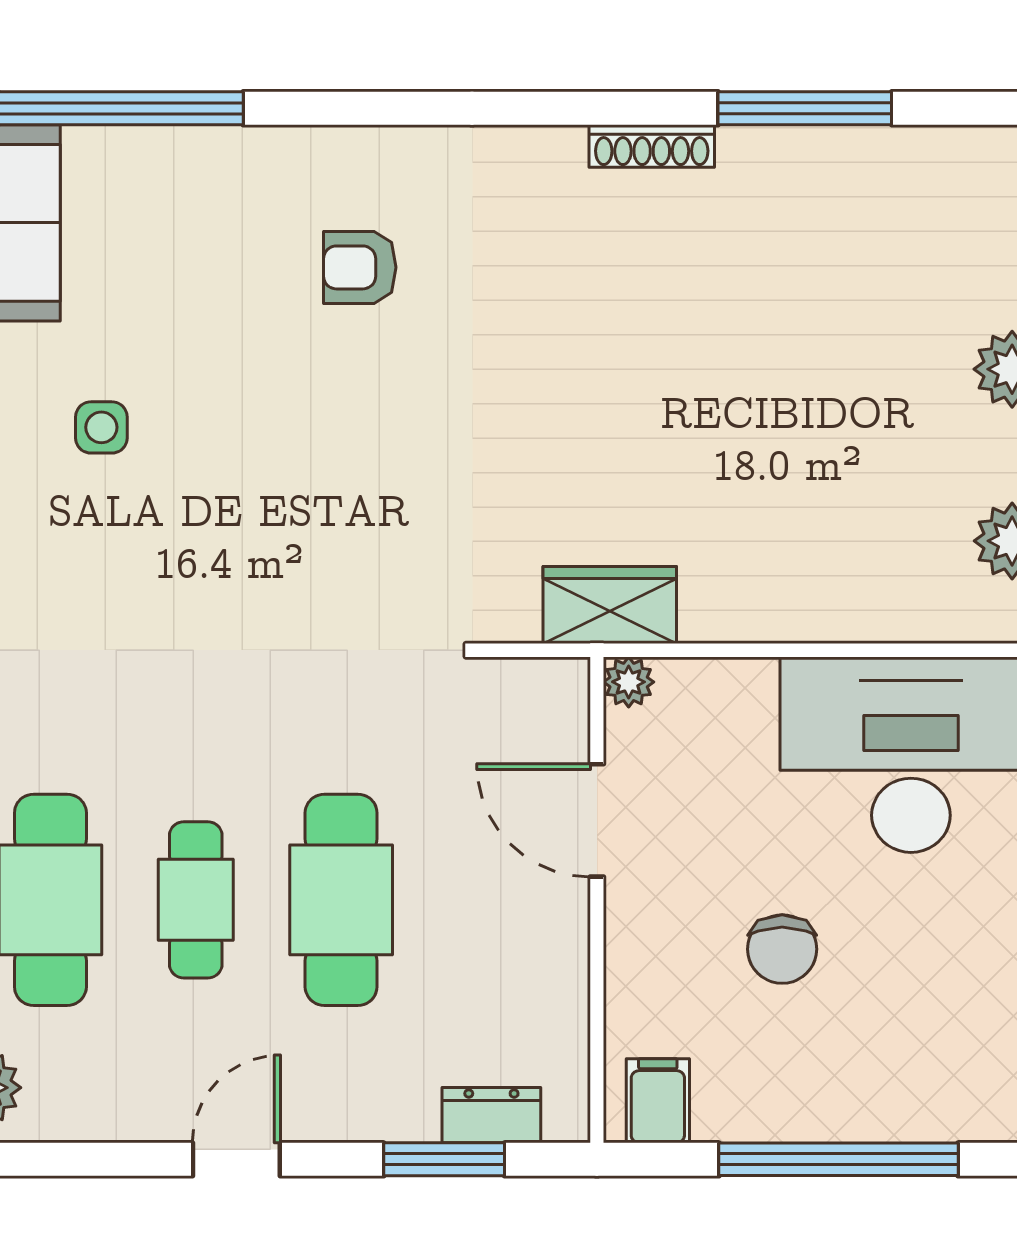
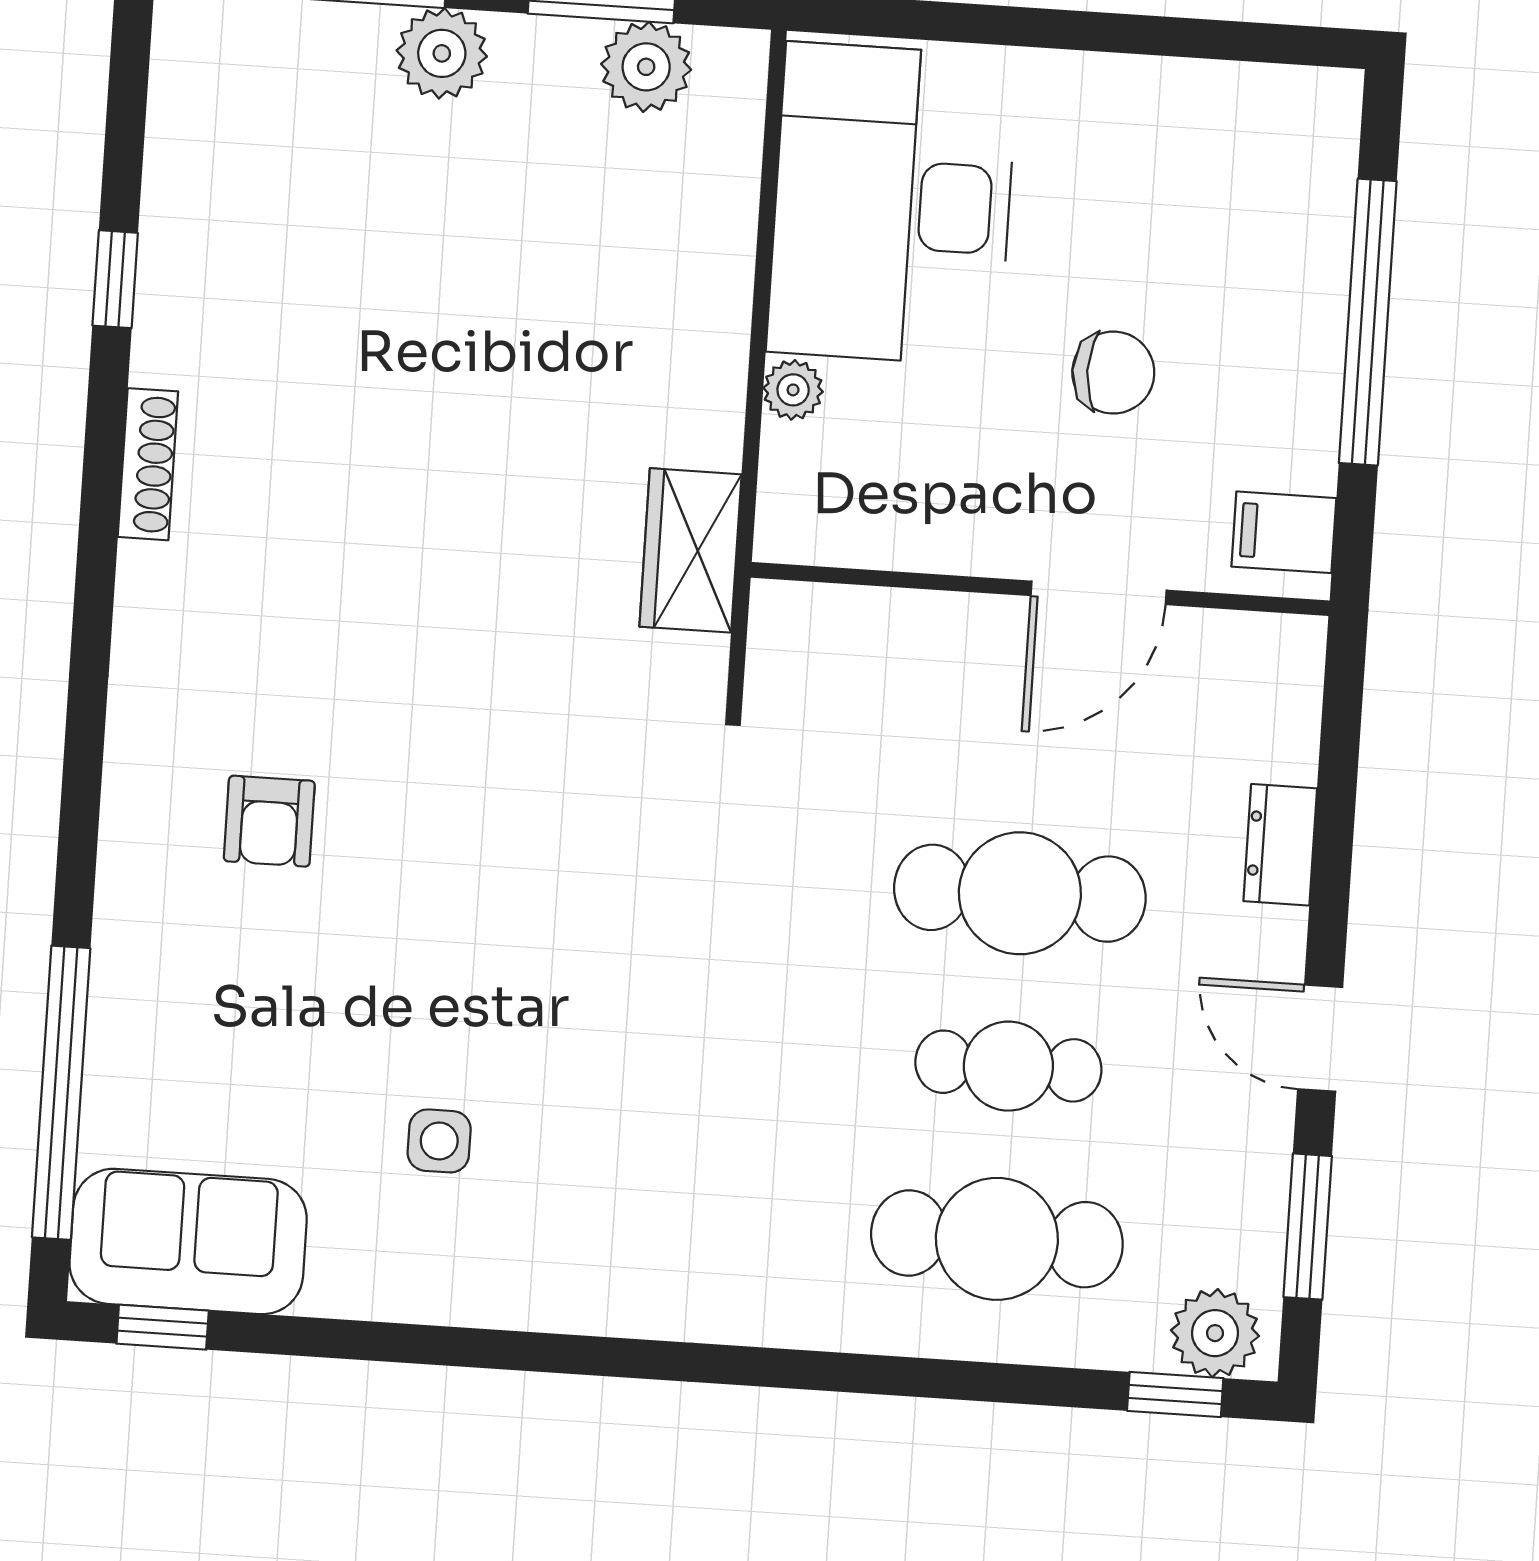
window: (805, 108) -> (115, 279), width x0.46
plant: (629, 682) -> (793, 390), moved
door: (597, 820) -> (1099, 593), moved
dresser: (491, 1115) -> (1280, 845), moved
window: (444, 1159) -> (1308, 1227), moved

